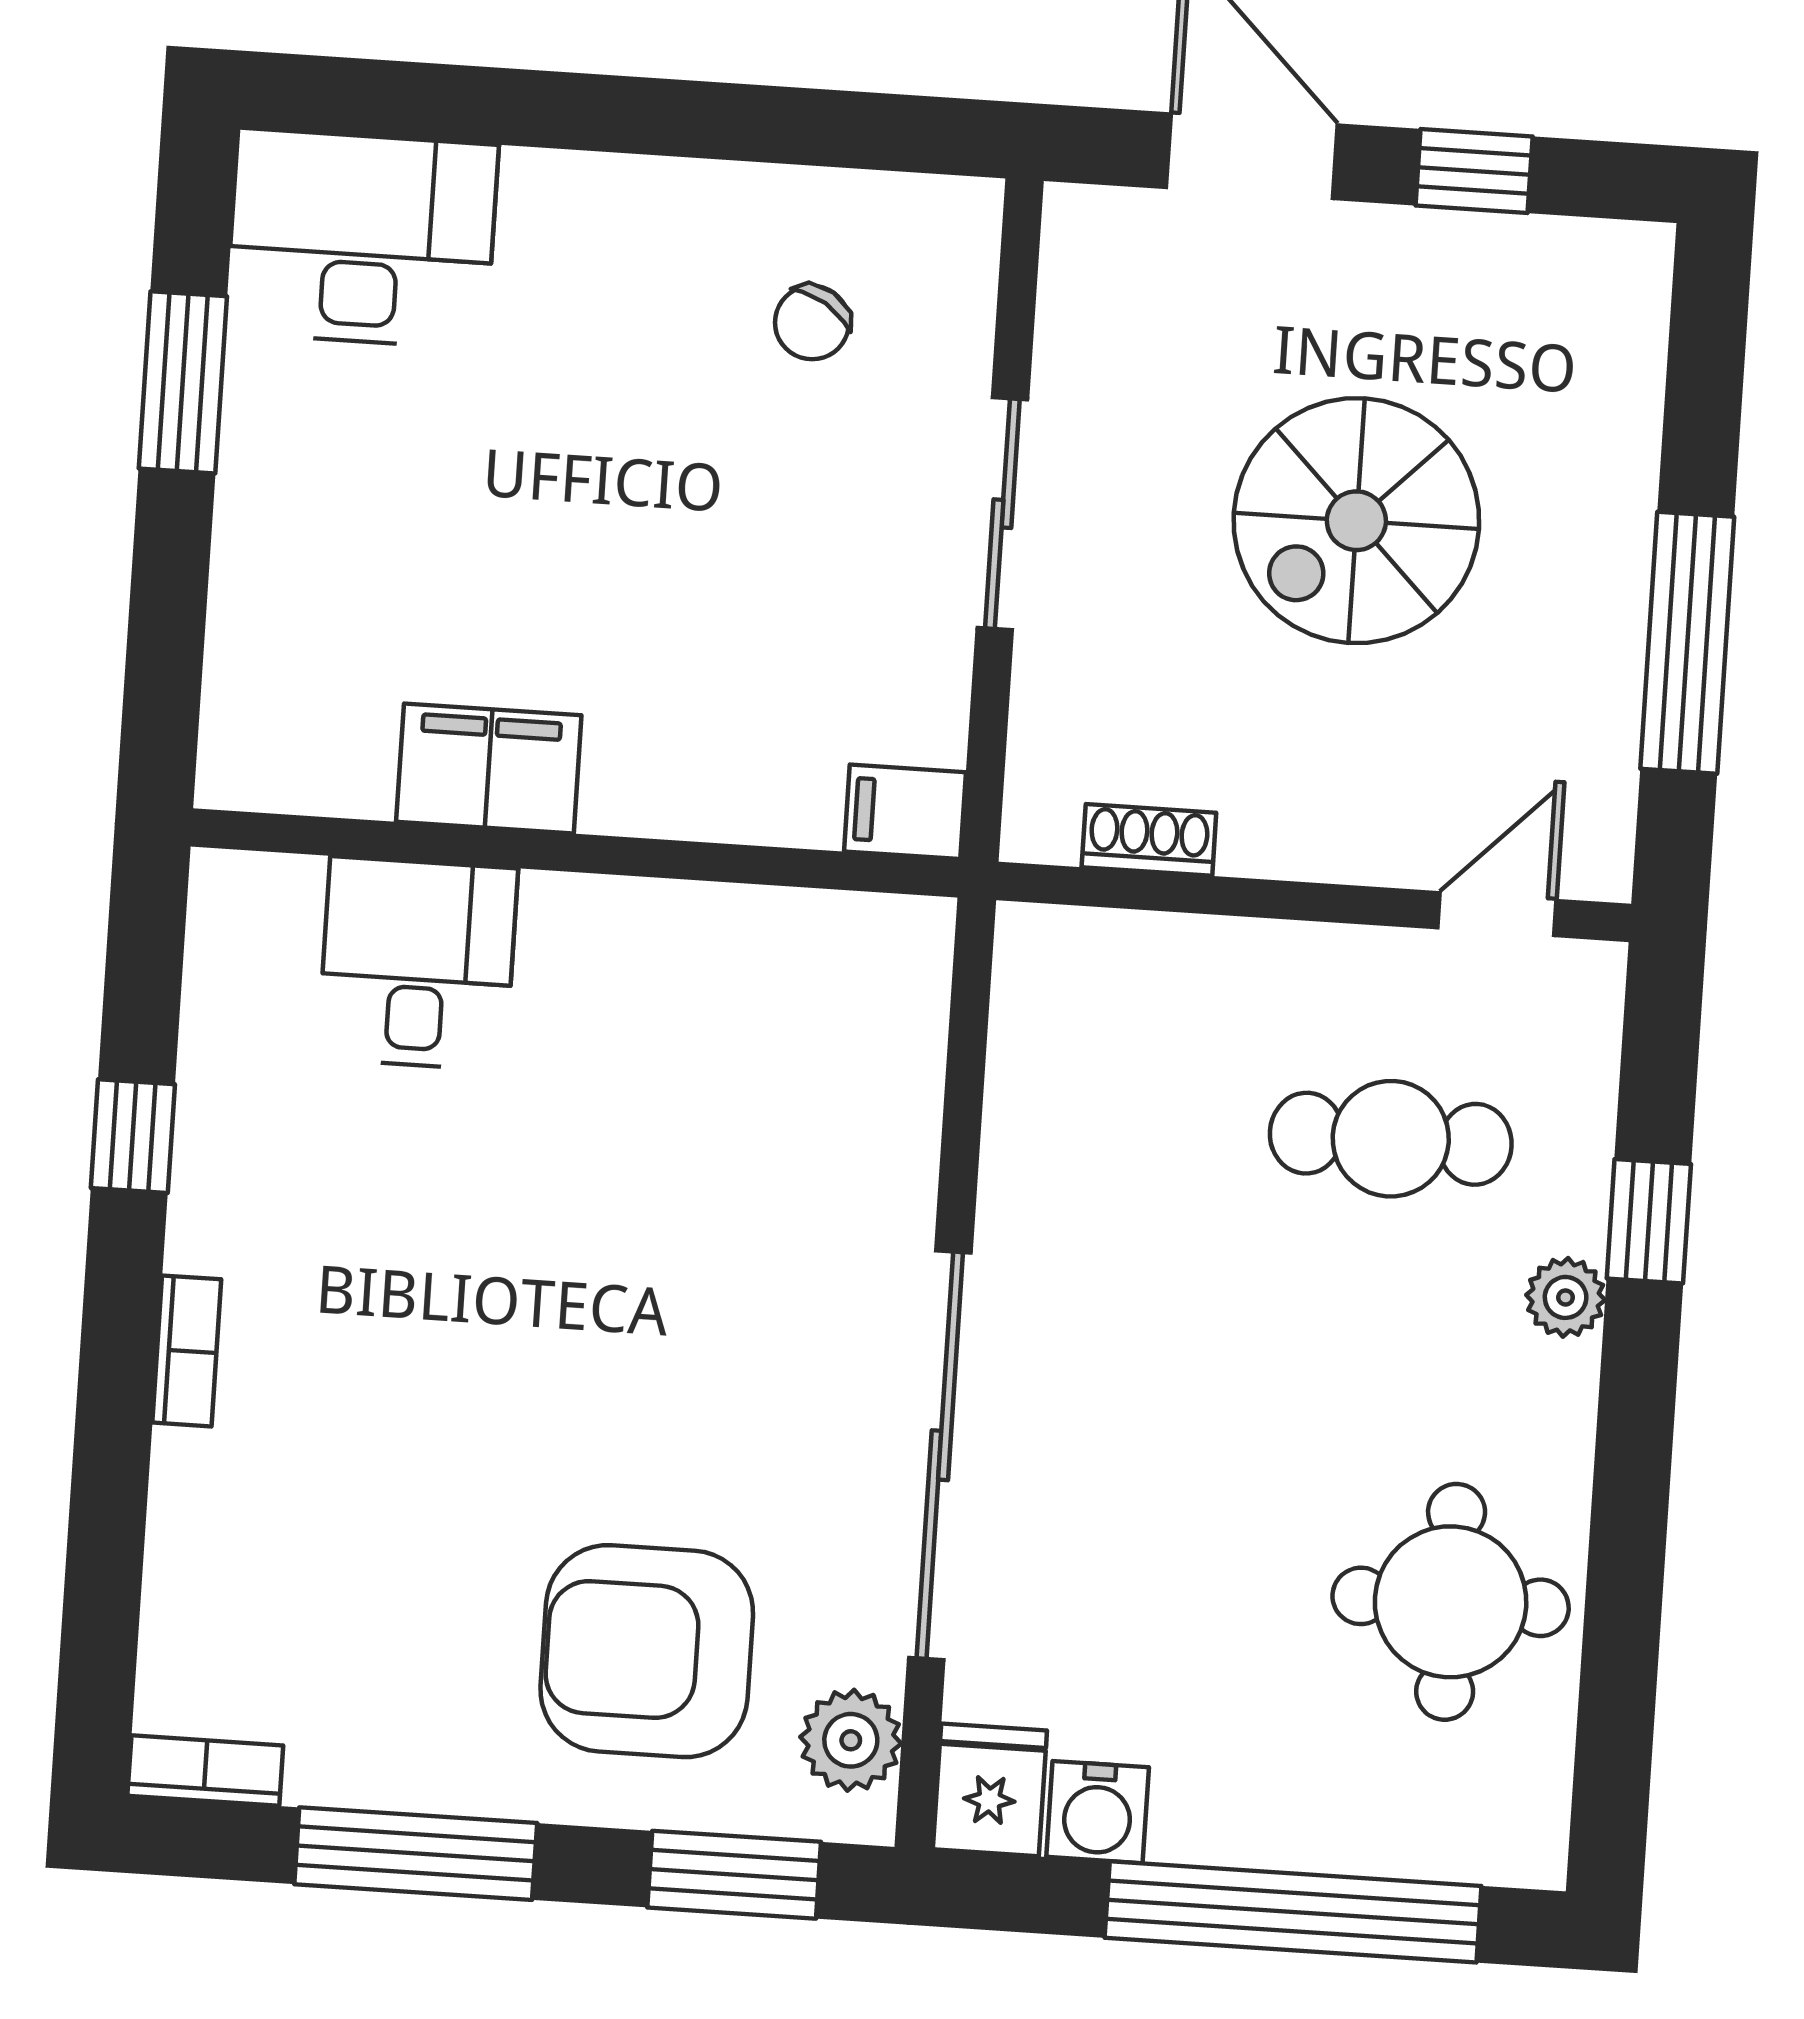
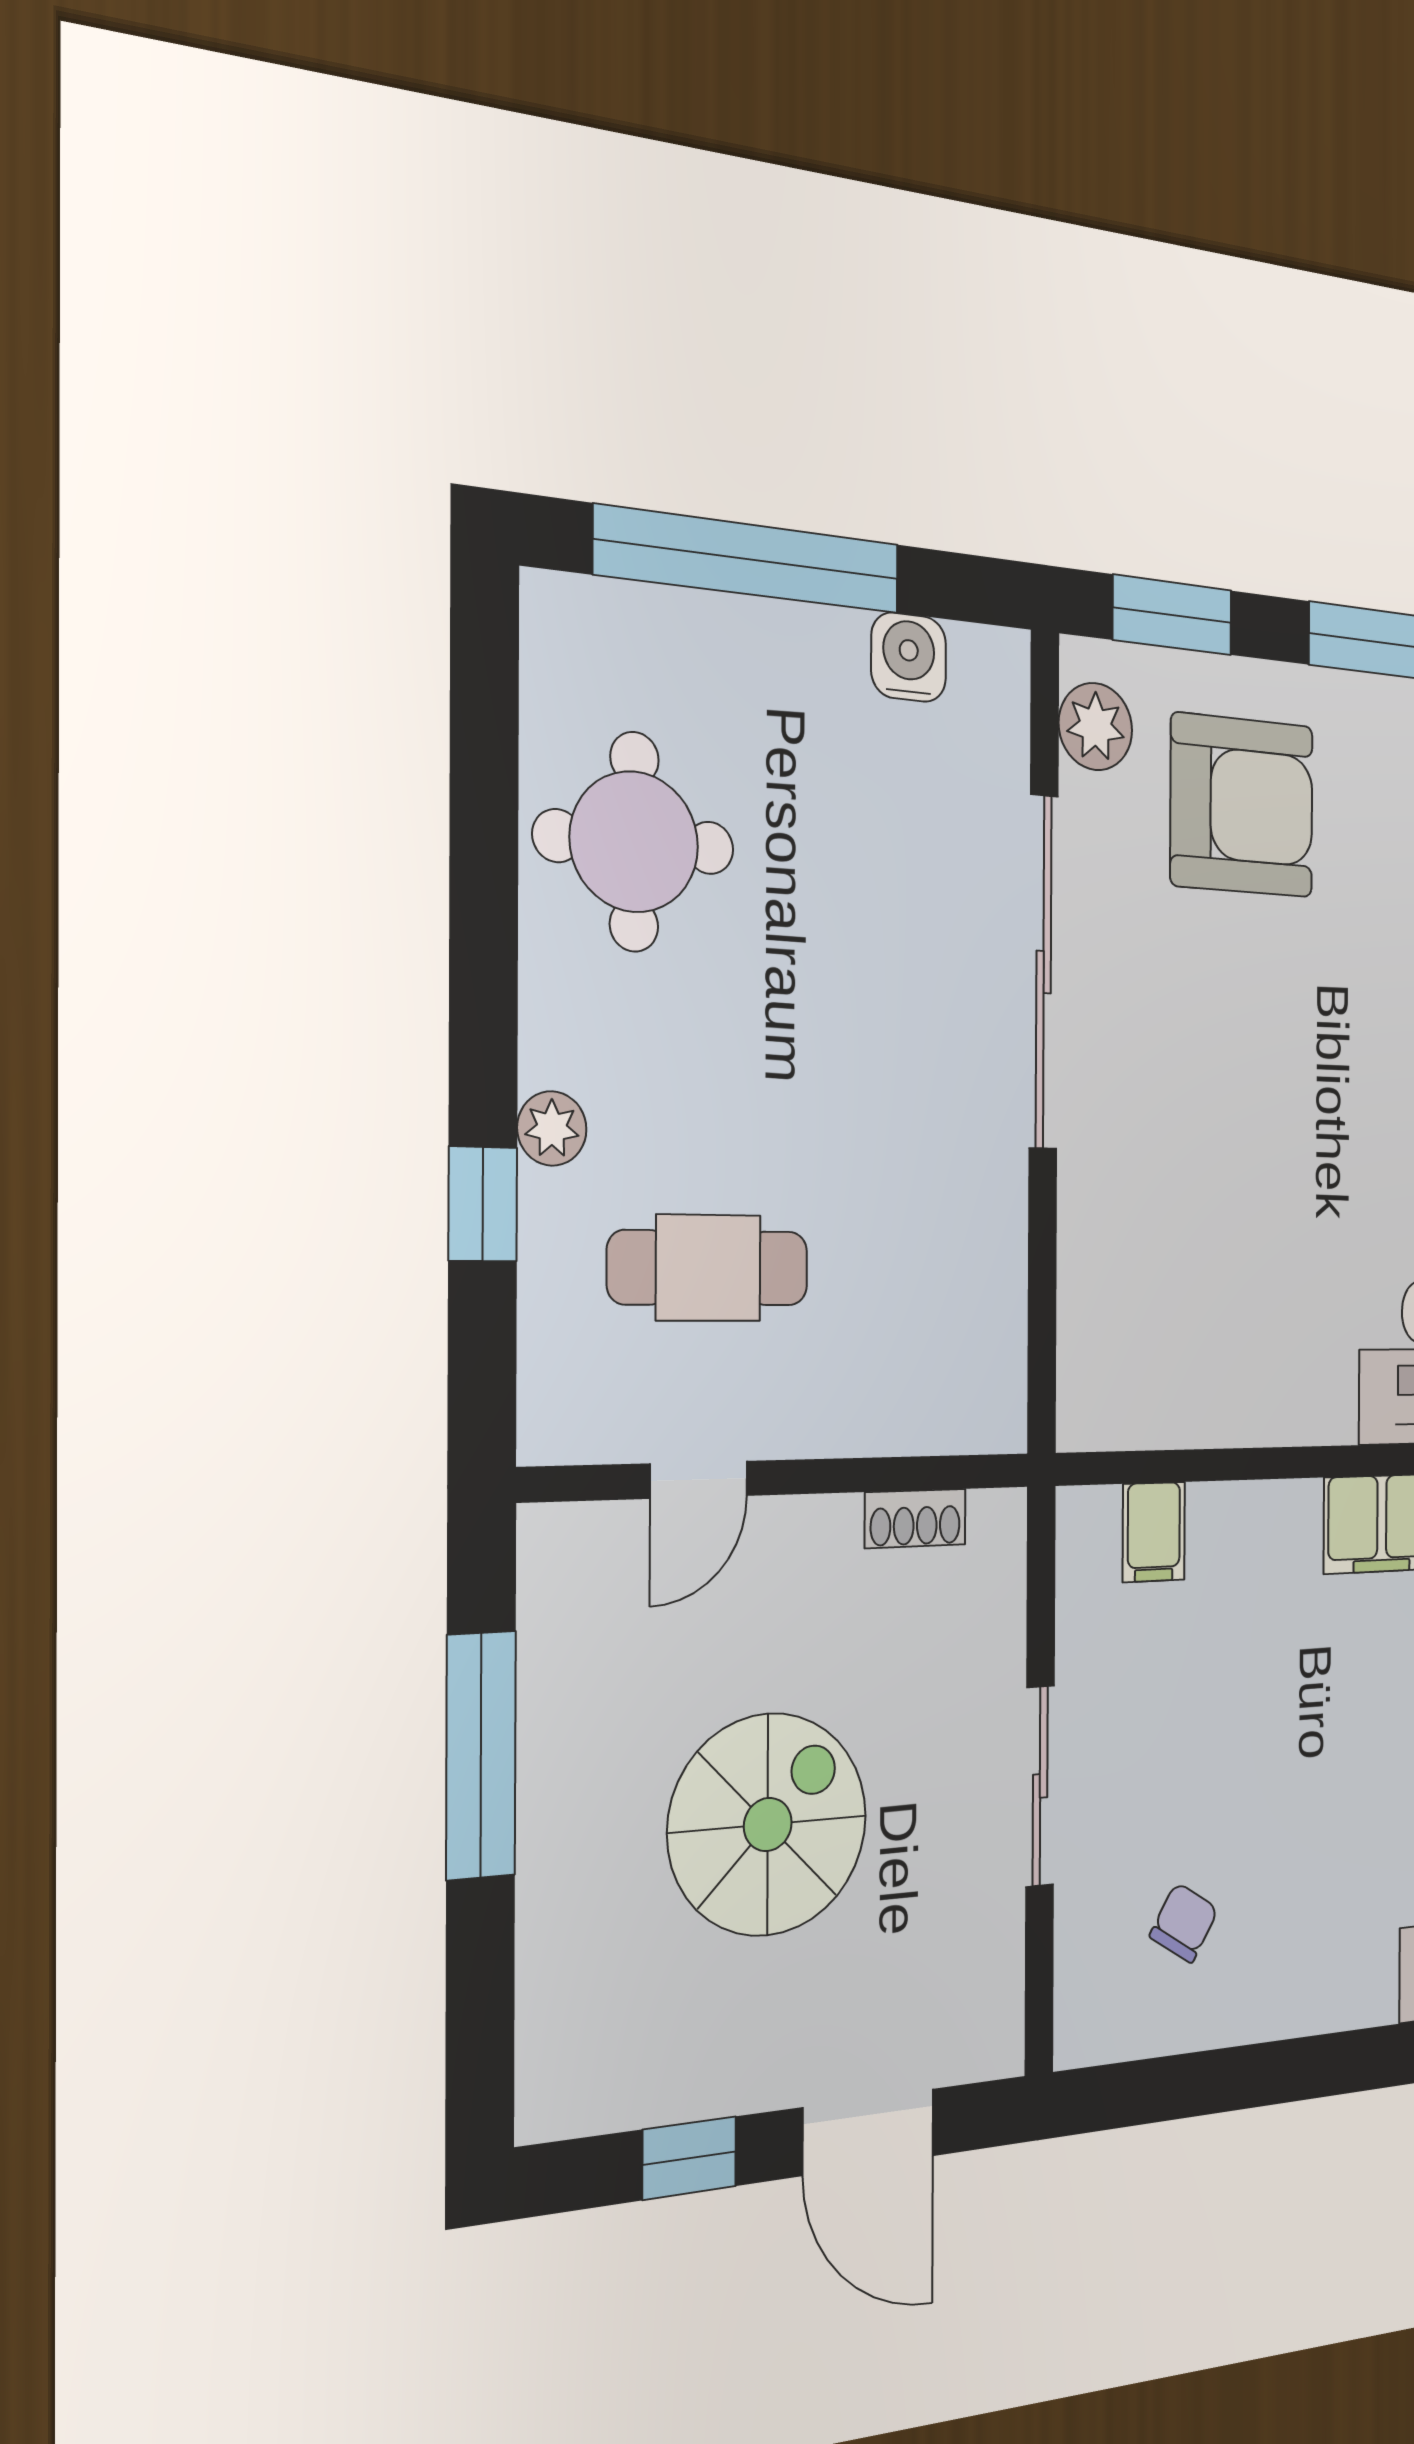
filing cabinet: (905, 812) -> (1154, 1532), moved, turned 90
door: (1497, 914) -> (699, 1480), moved
fridge: (990, 1790) -> (991, 680), removed

